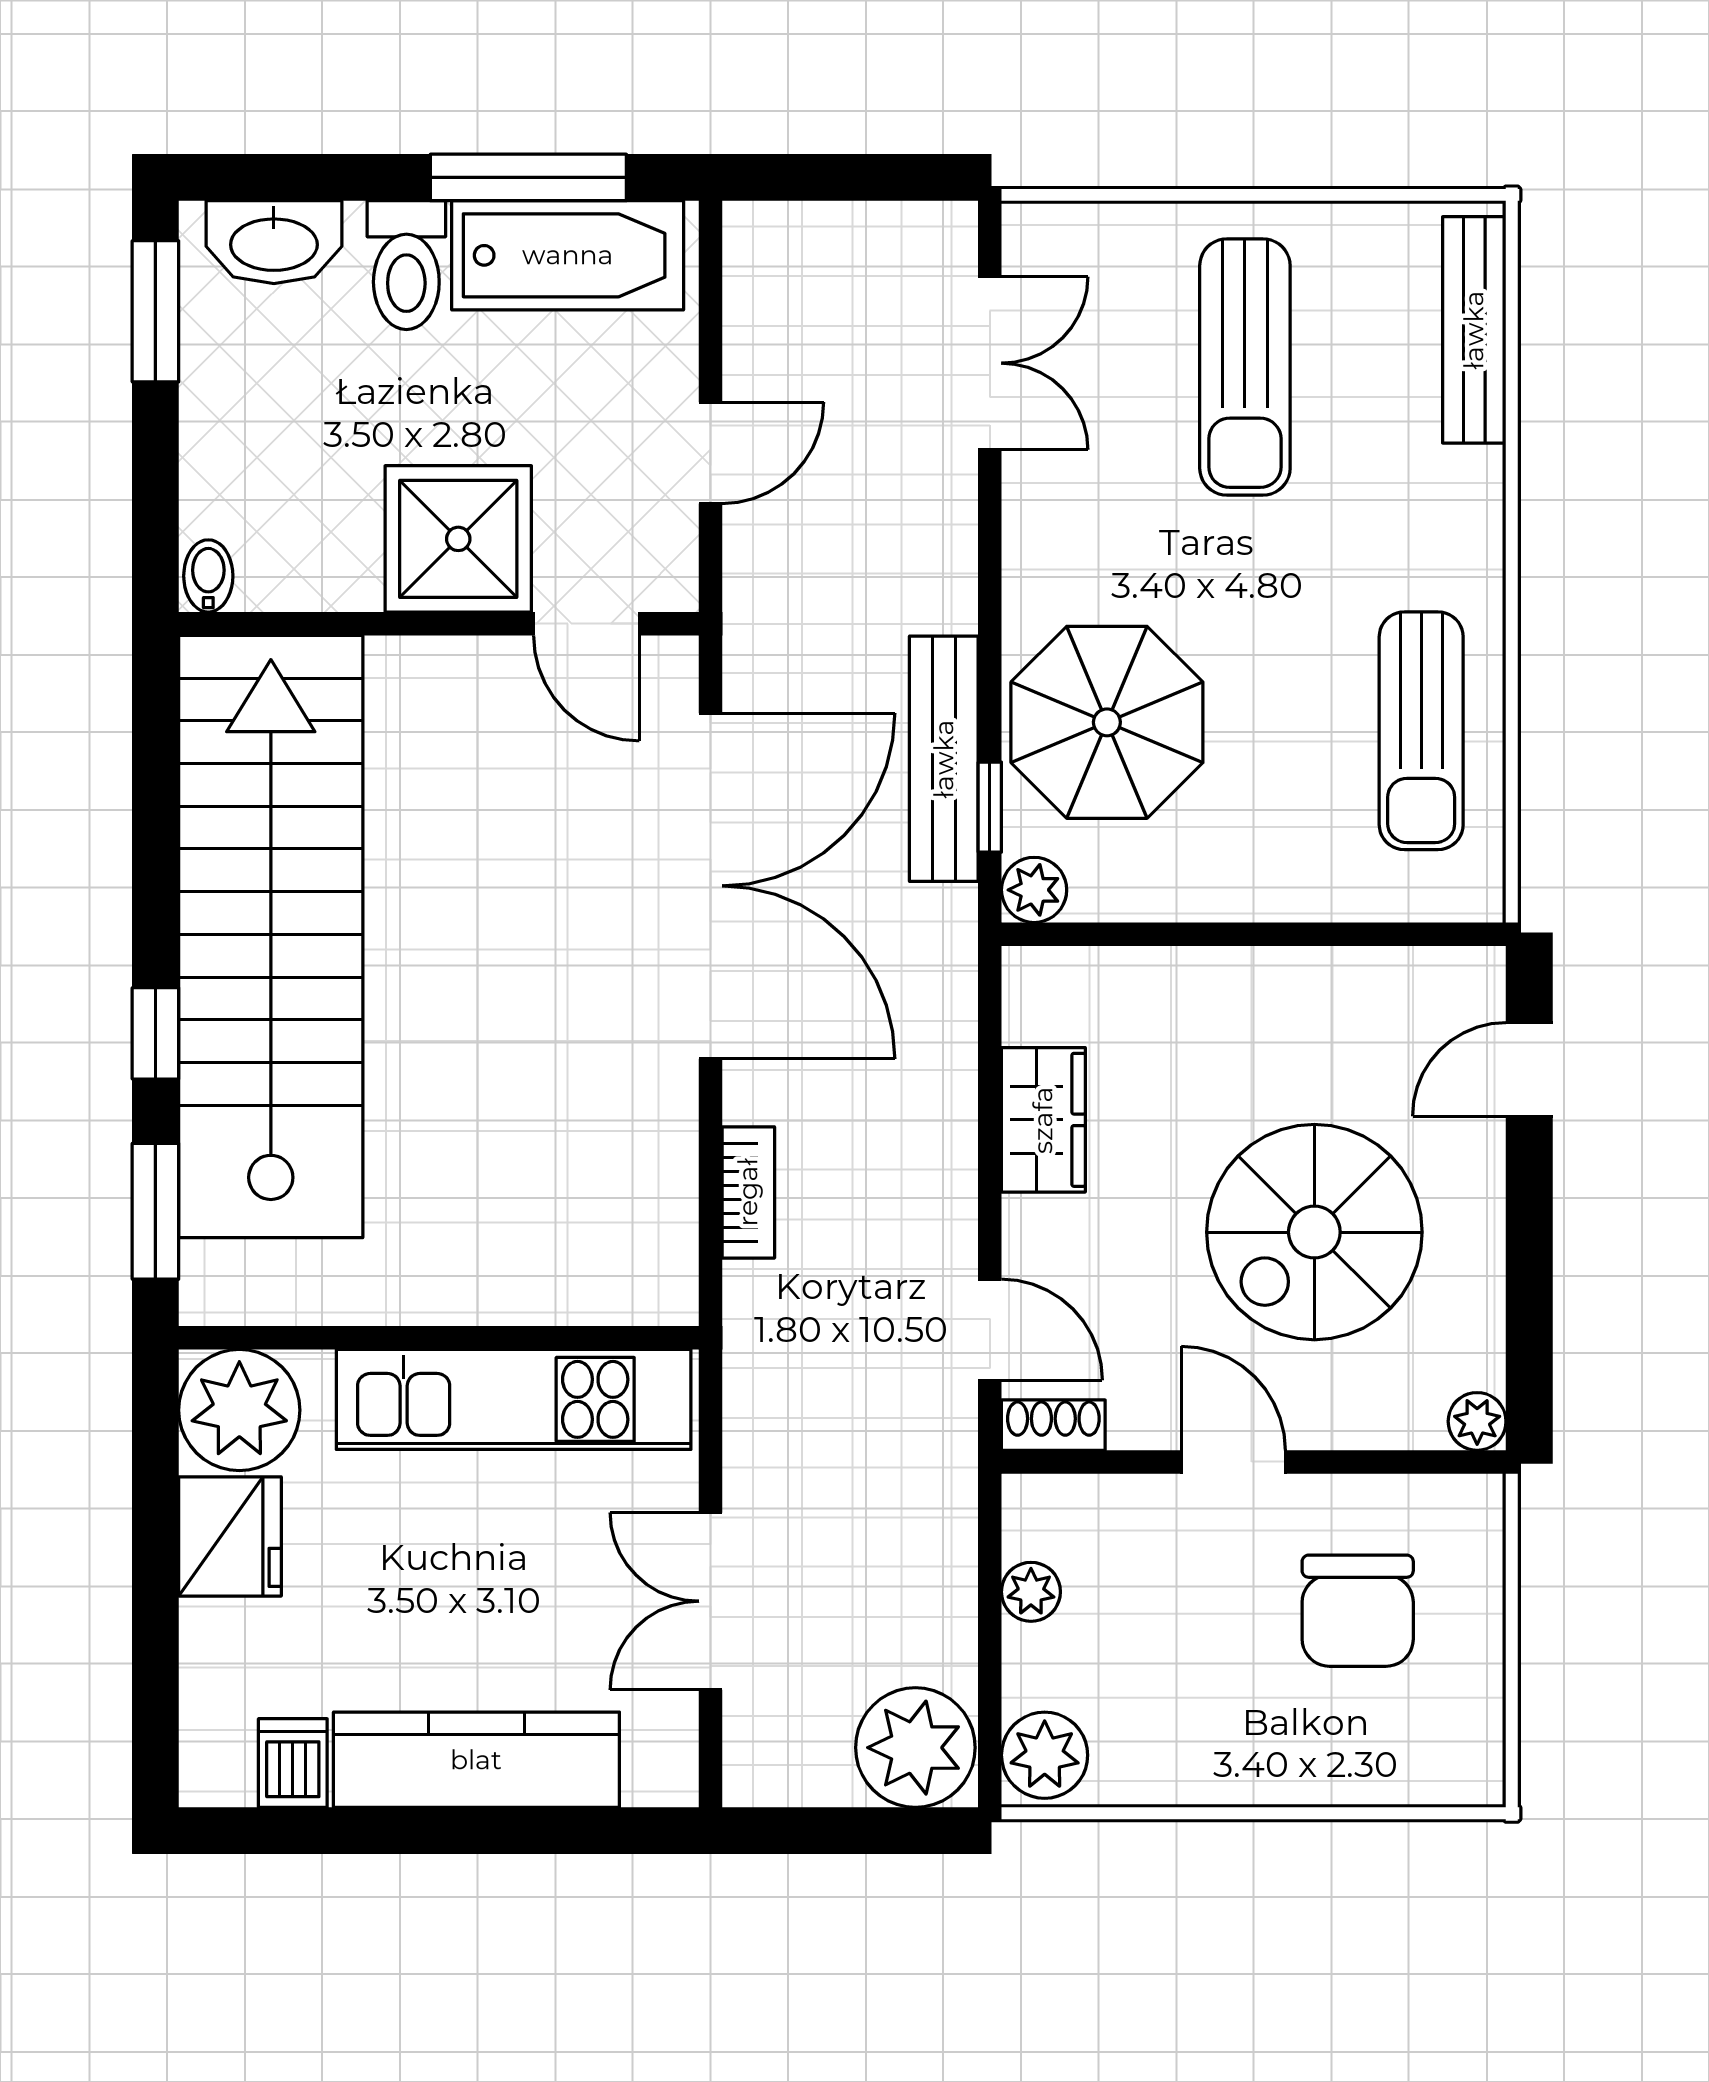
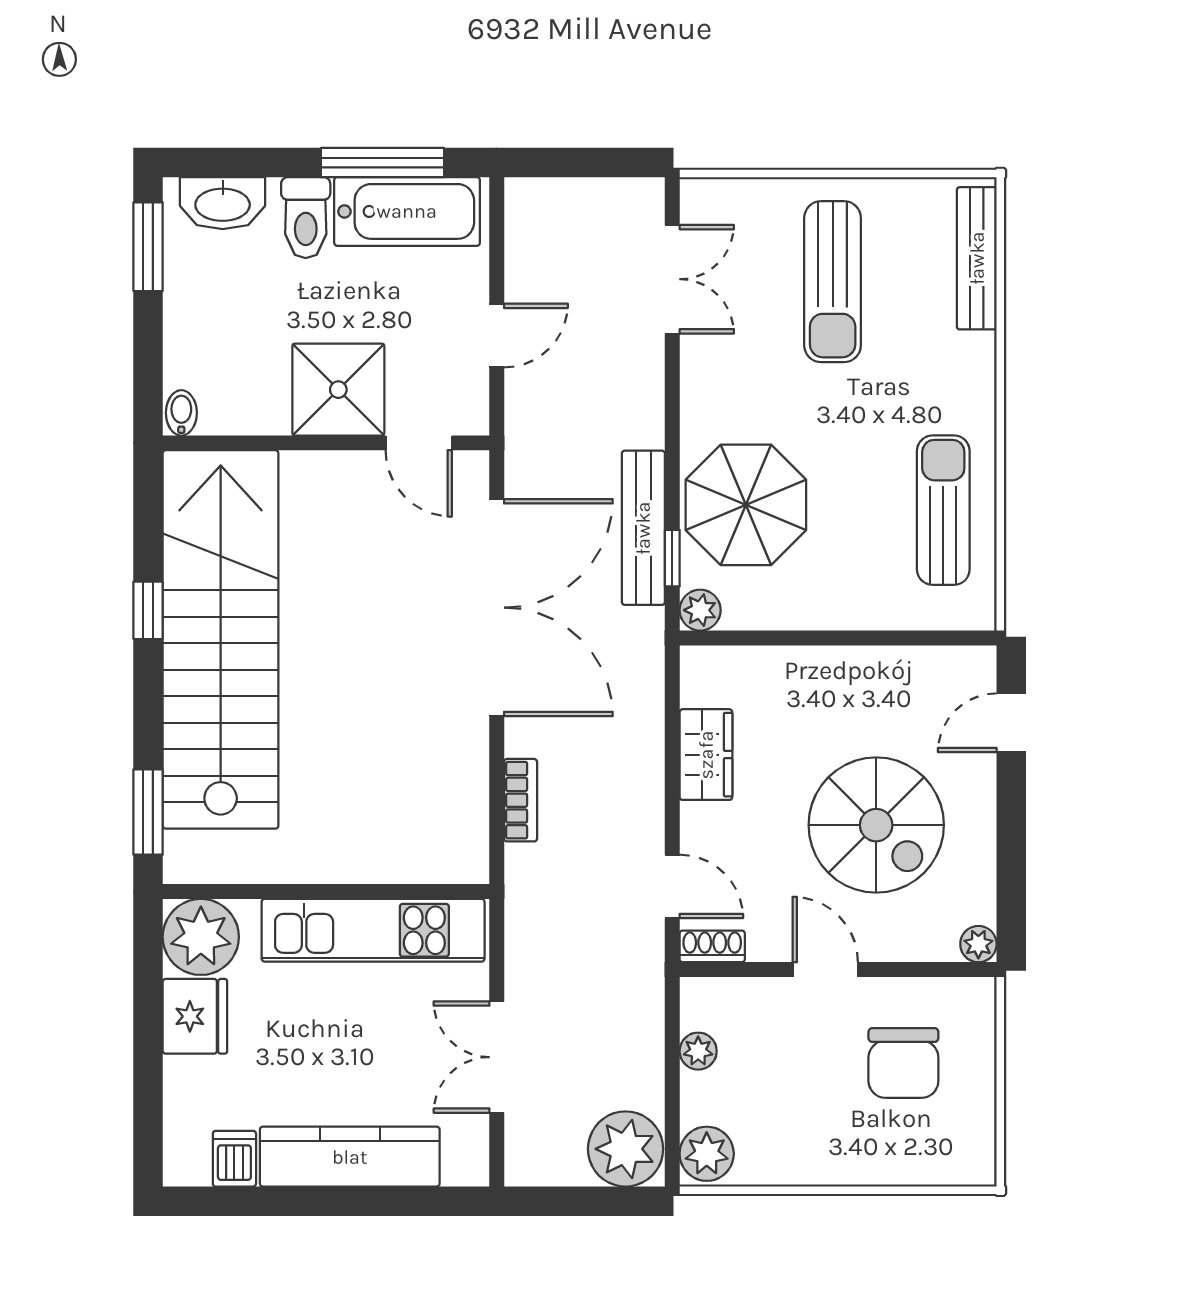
sun lounger: (1421, 731) -> (943, 510), turned 180
window: (155, 1033) -> (148, 610), moved
spiral stairs: (1314, 1232) -> (876, 825), turned -90

